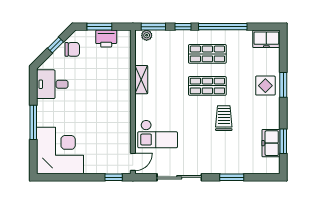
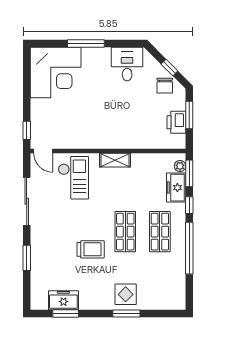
freezer: (266, 39) -> (176, 188), moved
shelving: (141, 80) -> (115, 160), moved
checkout: (158, 134) -> (73, 178), turned 180

